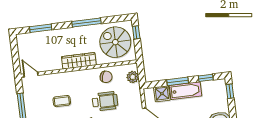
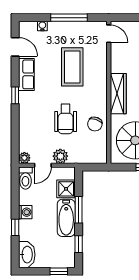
door: (31, 75) -> (109, 34), hinge flipped
plant: (133, 77) -> (60, 156), moved
coffee table: (62, 101) -> (72, 67), width x1.86, depth x1.72

